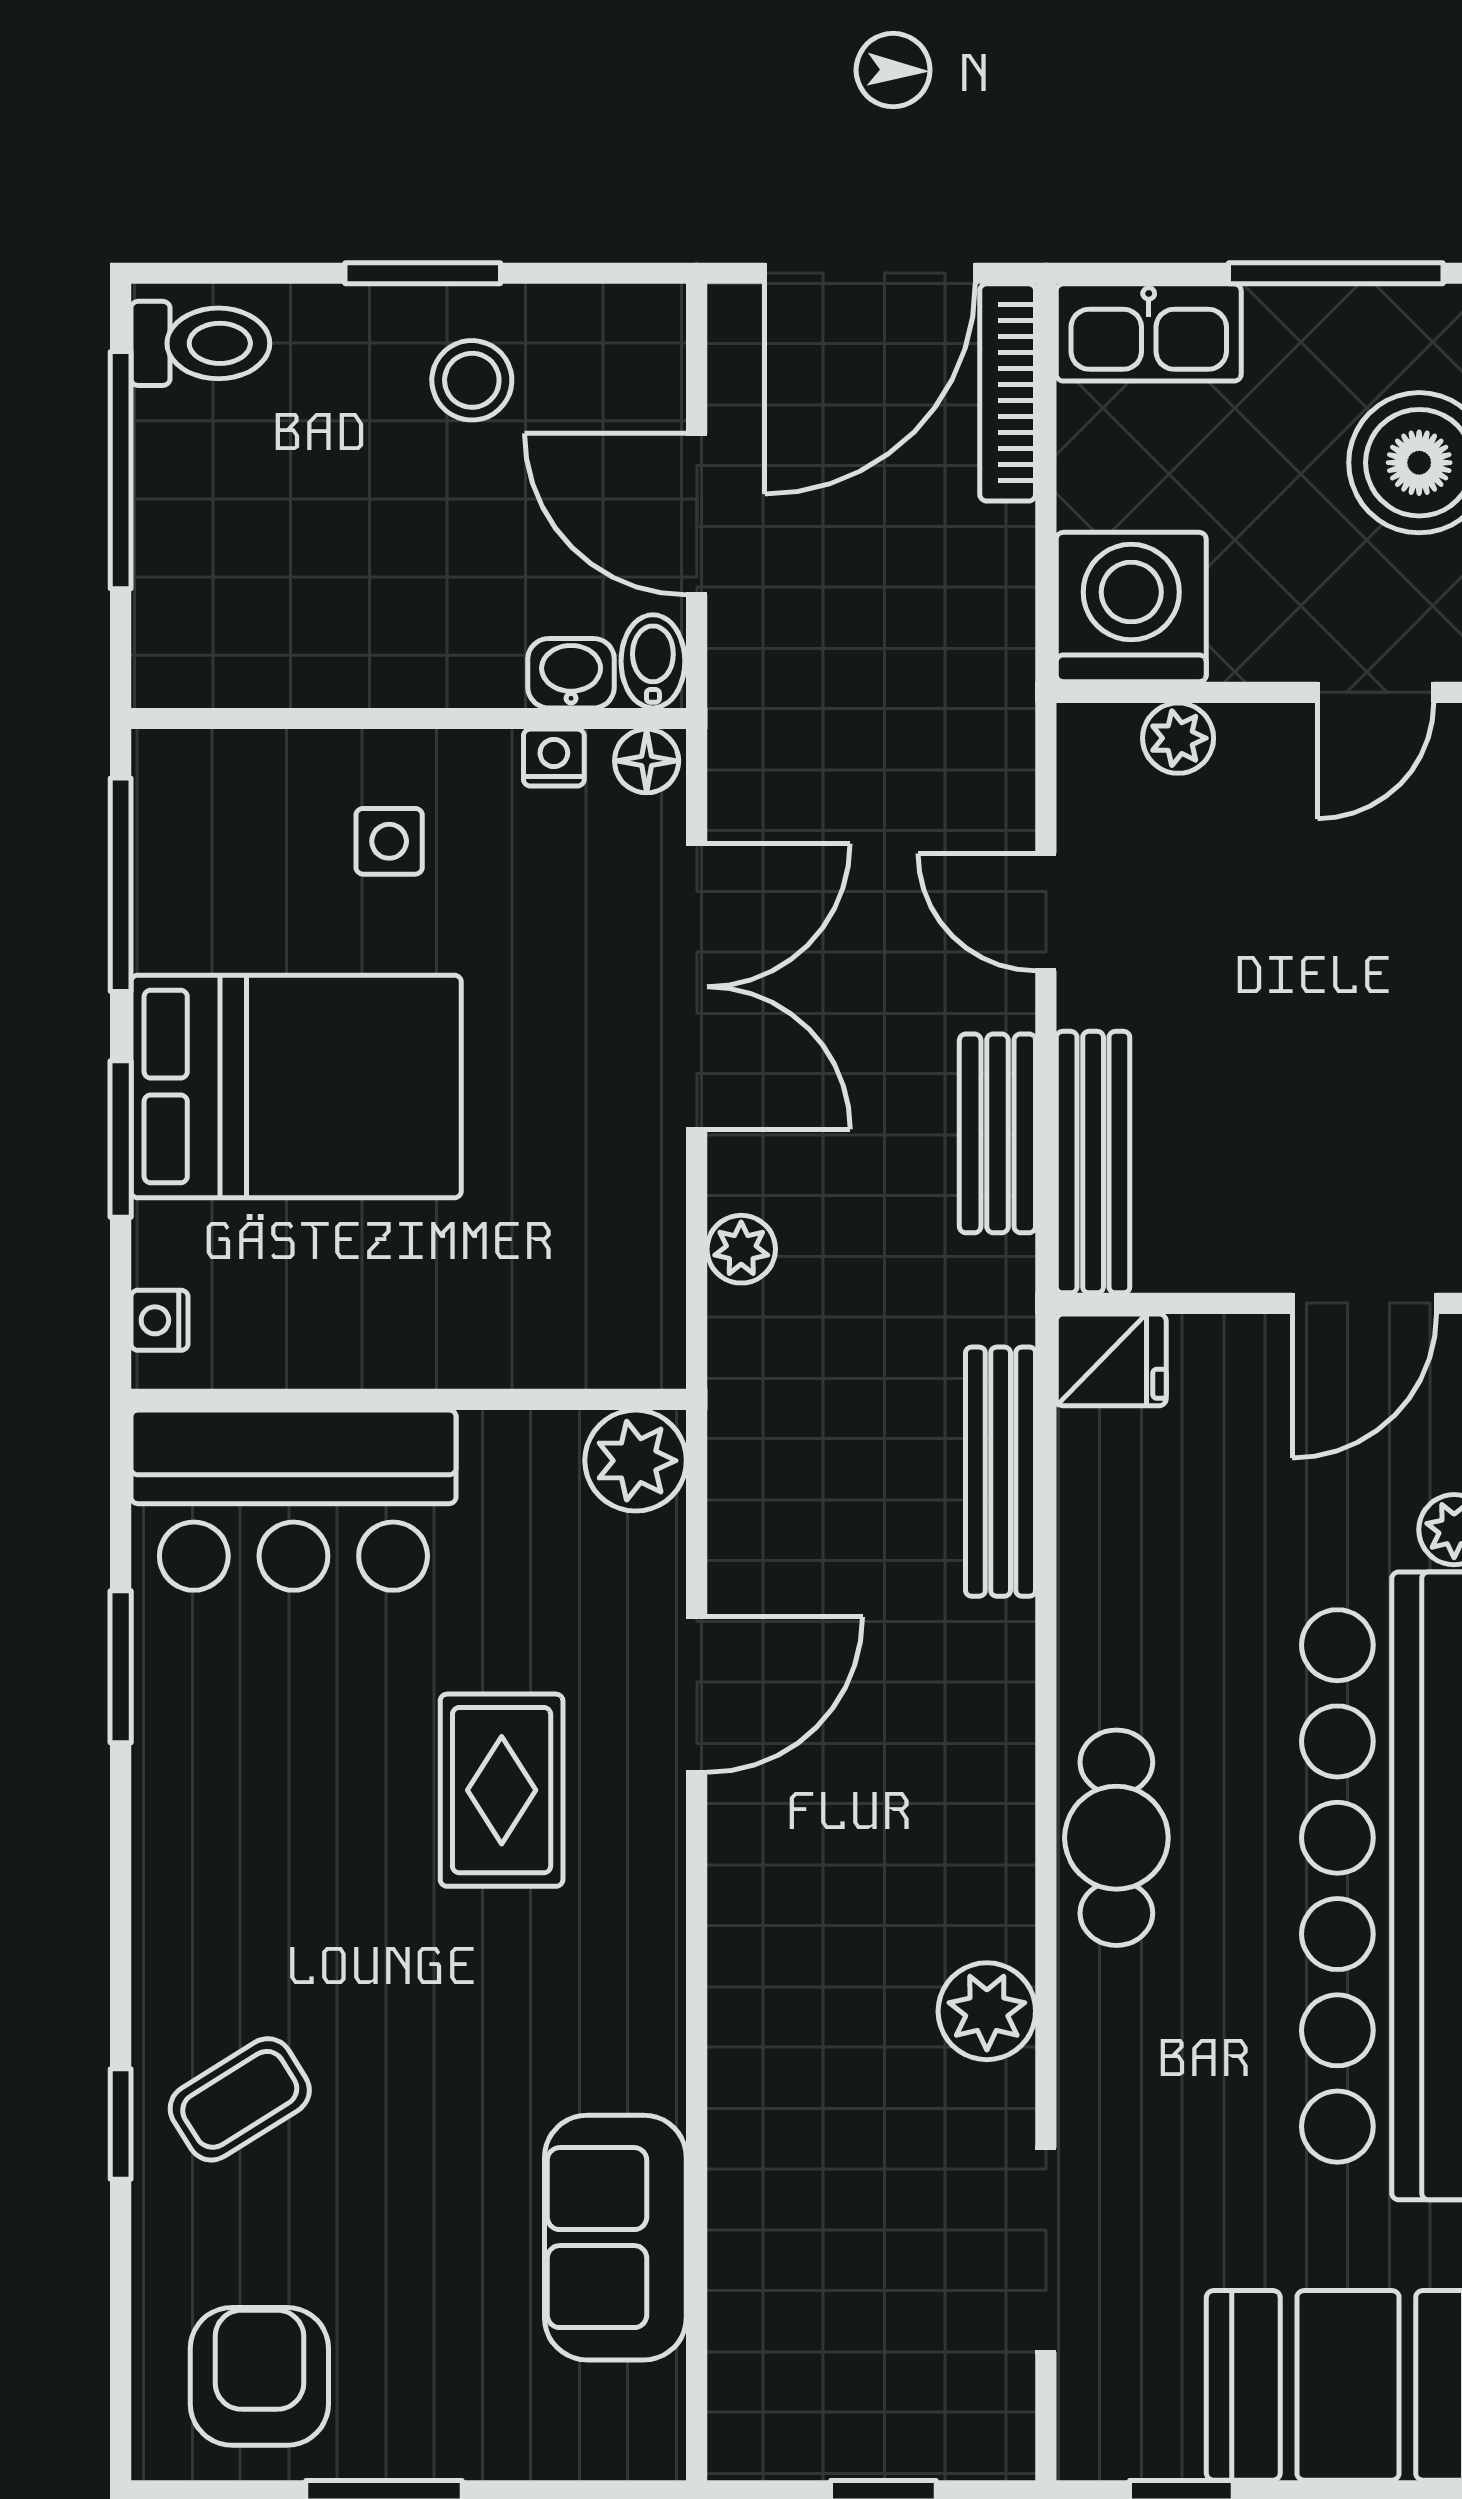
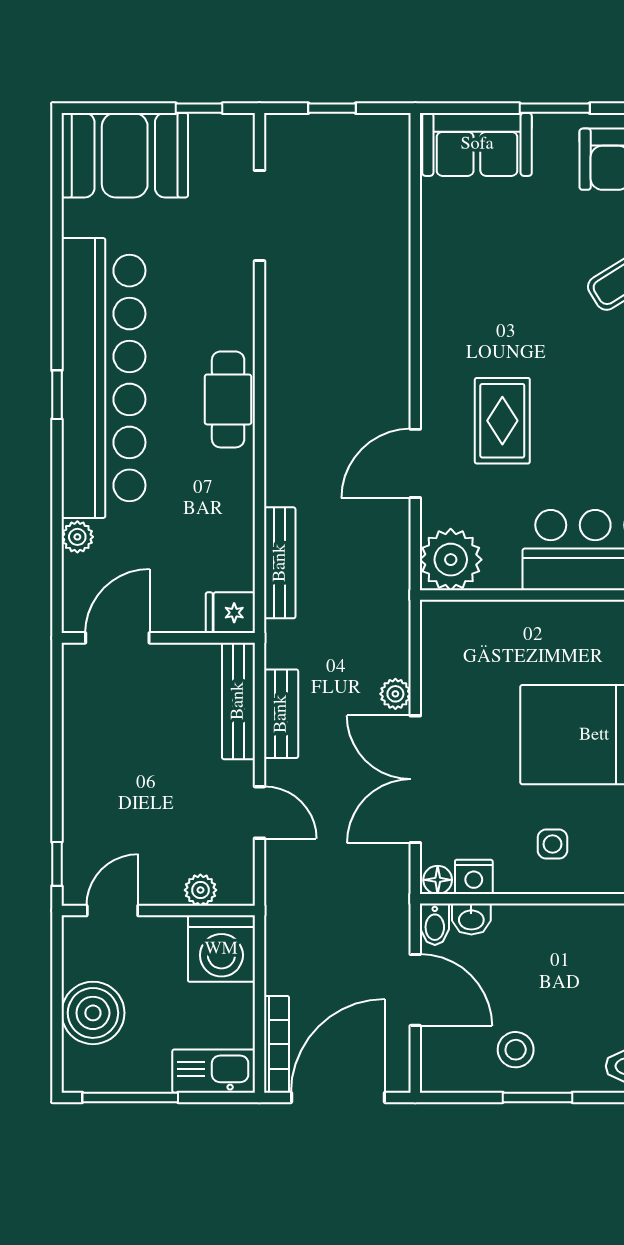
nightstand: (554, 758) -> (474, 877), width x1.39, depth x1.35
plant: (741, 1249) -> (395, 694), moved
plant: (636, 1461) -> (451, 560), width x1.36, depth x1.36
plant: (987, 2011) -> (286, 322), removed
sofa: (615, 2238) -> (477, 144), moved, turned 90

